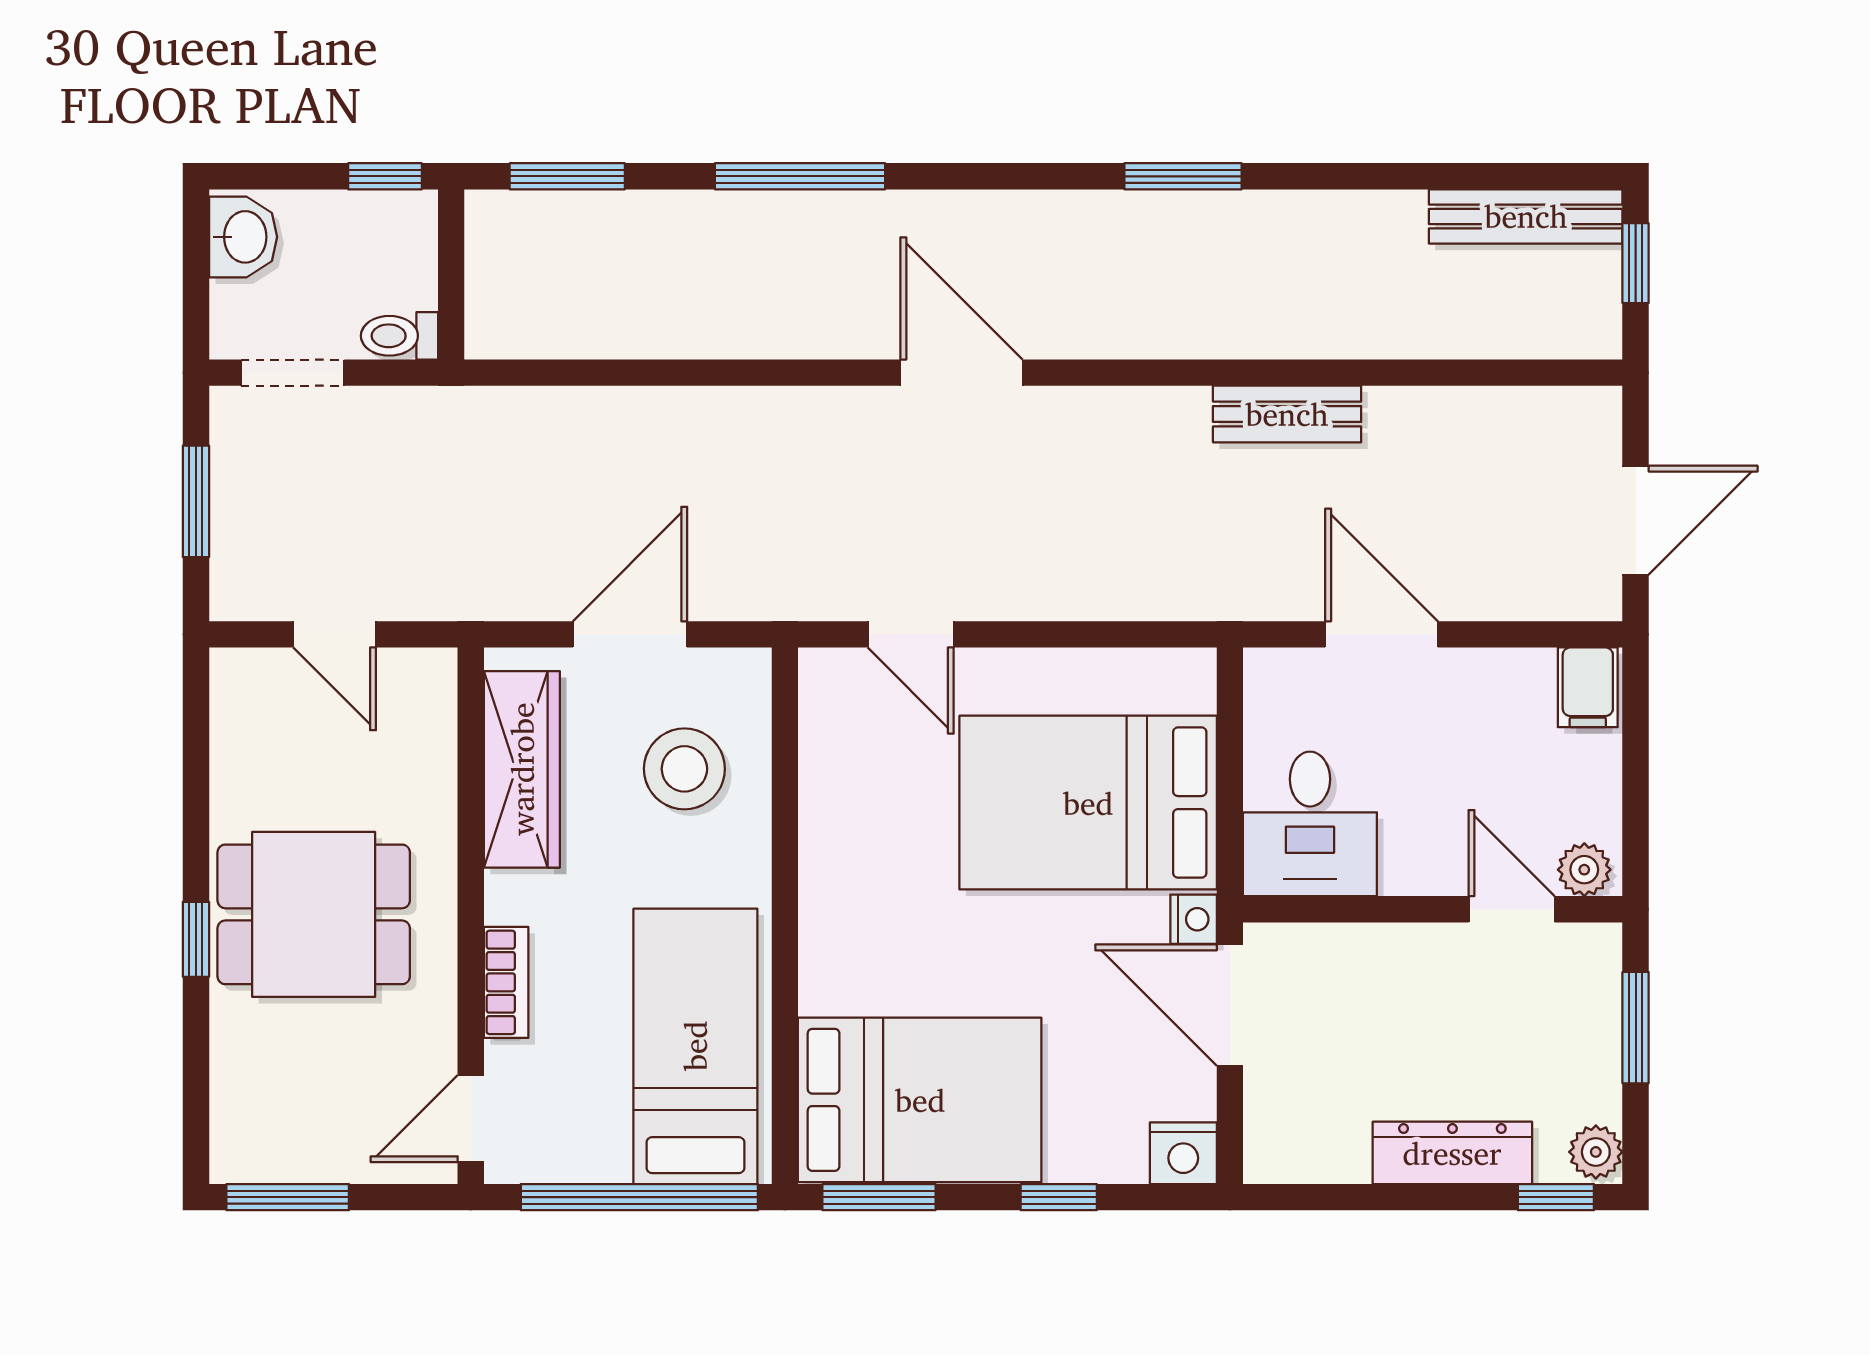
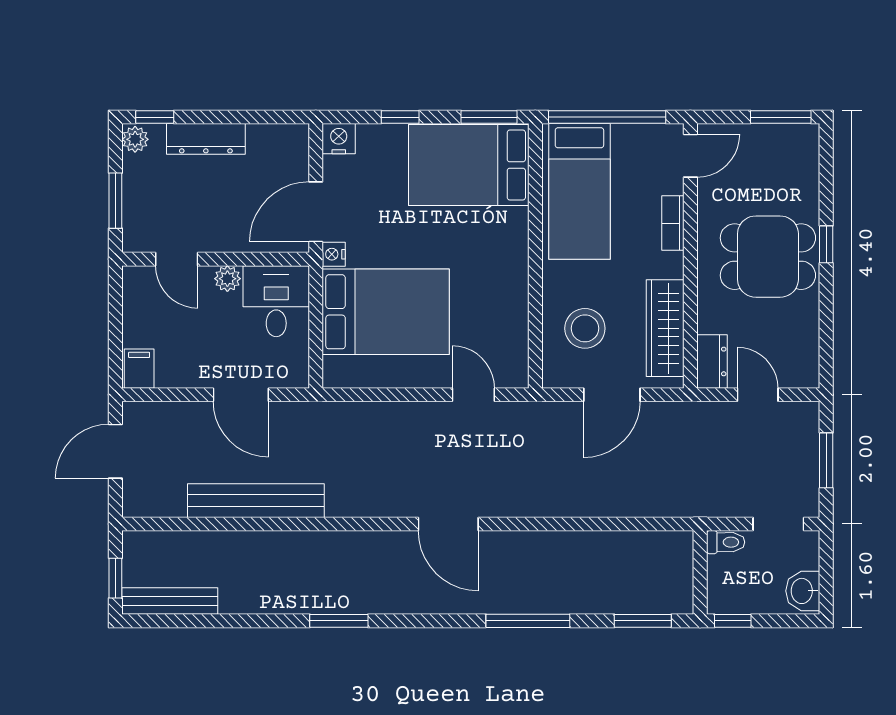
bench: (1287, 414) -> (256, 501), width x1.86, depth x1.21
dresser: (427, 702) -> (712, 361), added
plant: (1584, 870) -> (227, 279), moved
door: (1230, 1005) -> (316, 212), swing flipped

